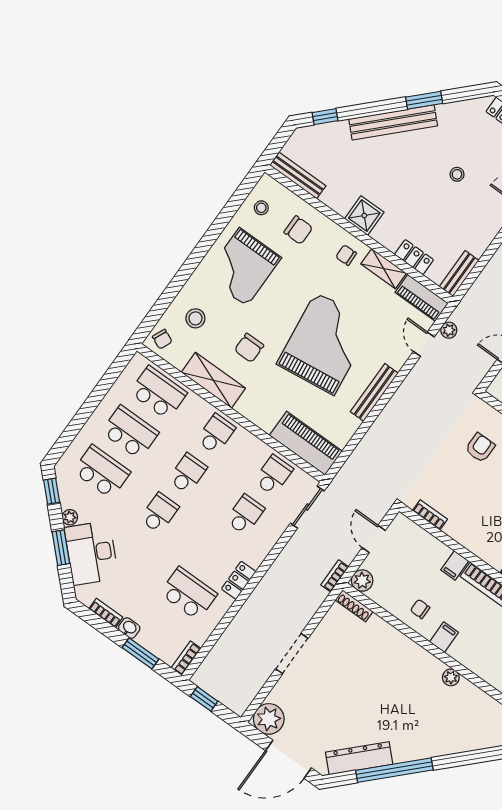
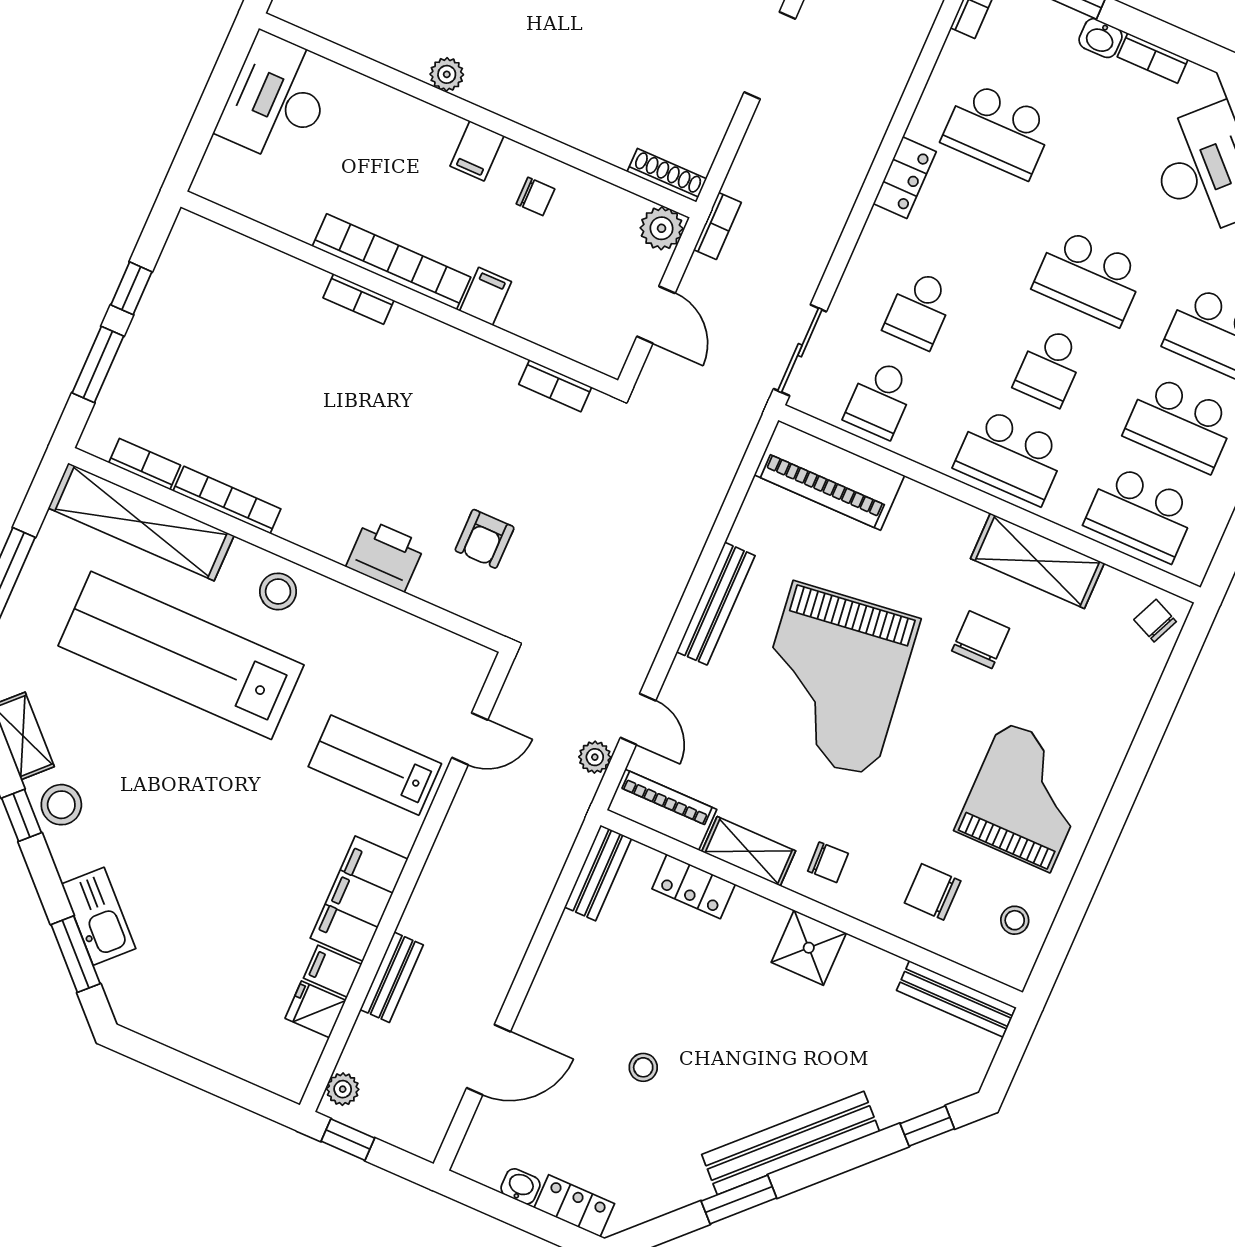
stool: (195, 318) -> (1098, 675), removed
school desk: (216, 434) -> (1010, 456), width x1.85
school desk: (159, 513) -> (1089, 277), width x1.85

